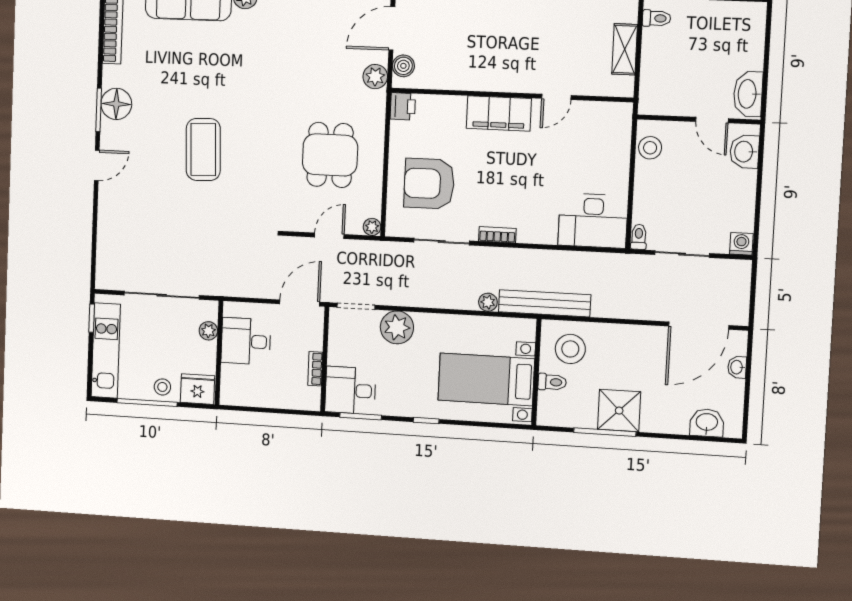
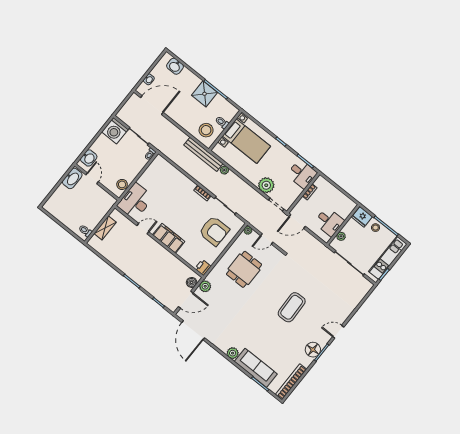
desk: (593, 221) -> (135, 201), moved, turned -90
washing machine: (741, 244) -> (115, 131), width x1.89, depth x1.89

